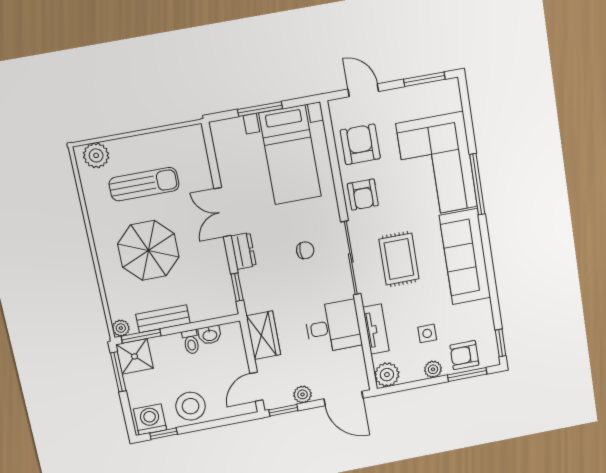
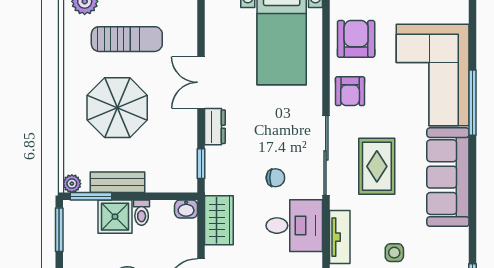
chair: (305, 250) -> (275, 178), moved
washbasin: (210, 335) -> (186, 209), moved
shower: (135, 356) -> (115, 217), moved

